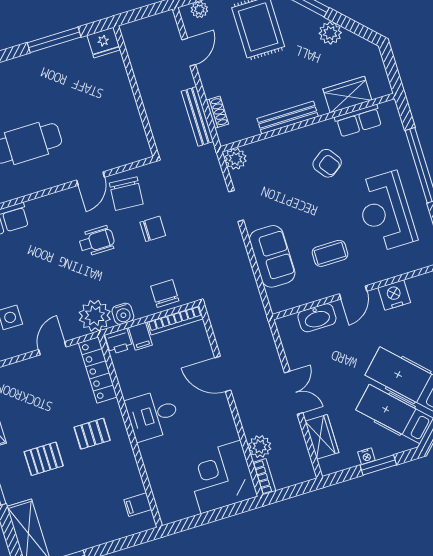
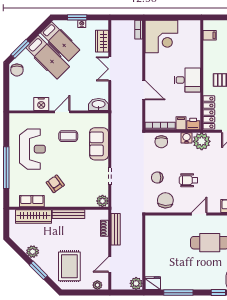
wardrobe: (347, 95) -> (34, 217), width x1.50
door: (91, 179) -> (199, 214), moved
washbasin: (317, 318) -> (99, 104), moved
plant: (260, 446) -> (136, 283), moved

